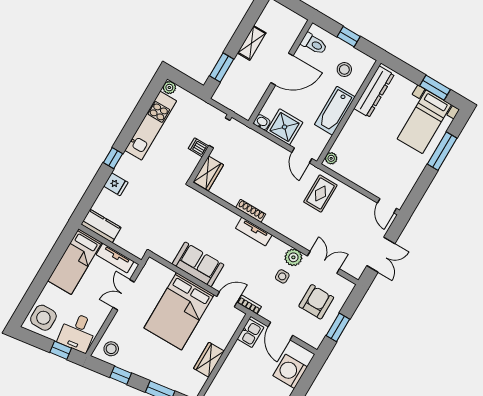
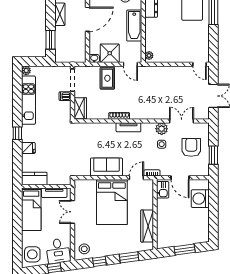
rug: (320, 194) -> (107, 78), moved
wardrobe: (209, 360) -> (147, 226), width x1.50

